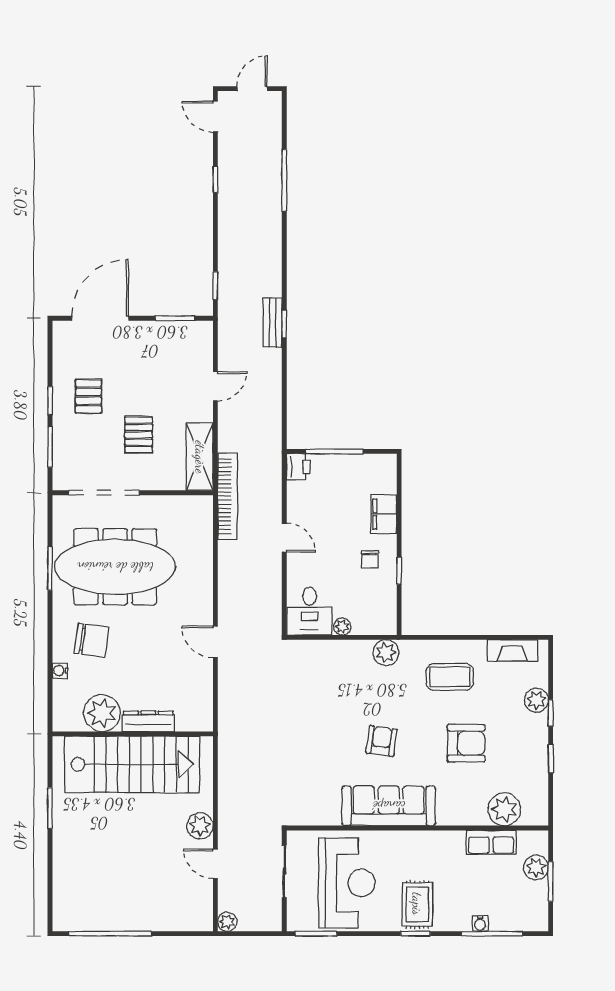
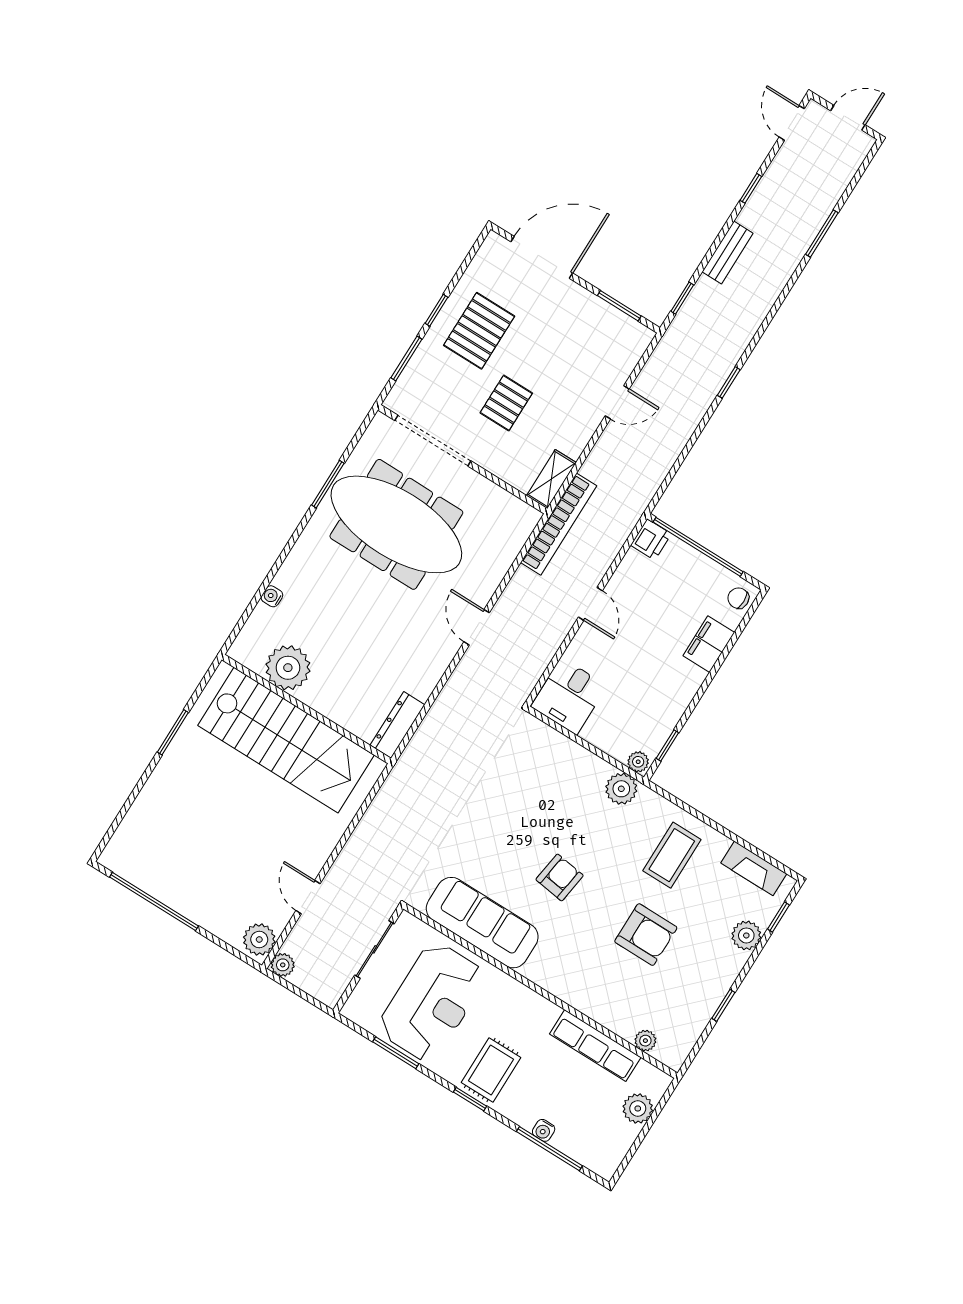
window: (284, 180) -> (822, 234), width x0.69
bench: (273, 322) -> (728, 253), moved
pallet: (88, 396) -> (479, 331), width x1.50, depth x1.42
window: (334, 451) -> (698, 547), width x1.46
shelving: (200, 457) -> (551, 479), width x0.67, depth x0.75
chair: (370, 559) -> (738, 598), moved, turned 90
window: (399, 571) -> (667, 745), moved
plant: (342, 627) -> (638, 762), moved
chair: (92, 640) -> (324, 585), removed
door: (215, 642) -> (477, 627), moved
coffee table: (450, 677) -> (672, 855), turned 90
window: (551, 713) -> (778, 917), moved
dresser: (148, 721) -> (397, 725), moved, turned -90
sofa: (389, 806) -> (482, 923), moved
plant: (504, 809) -> (645, 1041), width x0.53, depth x0.53
plant: (200, 826) -> (259, 939), moved
row of seats: (491, 842) -> (595, 1046), width x1.48
window: (551, 881) -> (644, 1132), removed
window: (316, 934) -> (396, 1053), moved

